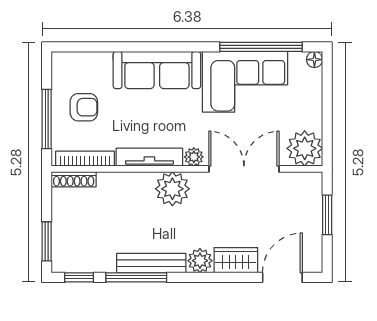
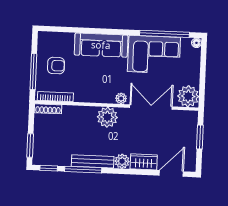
tv unit: (149, 157) -> (94, 97), removed

